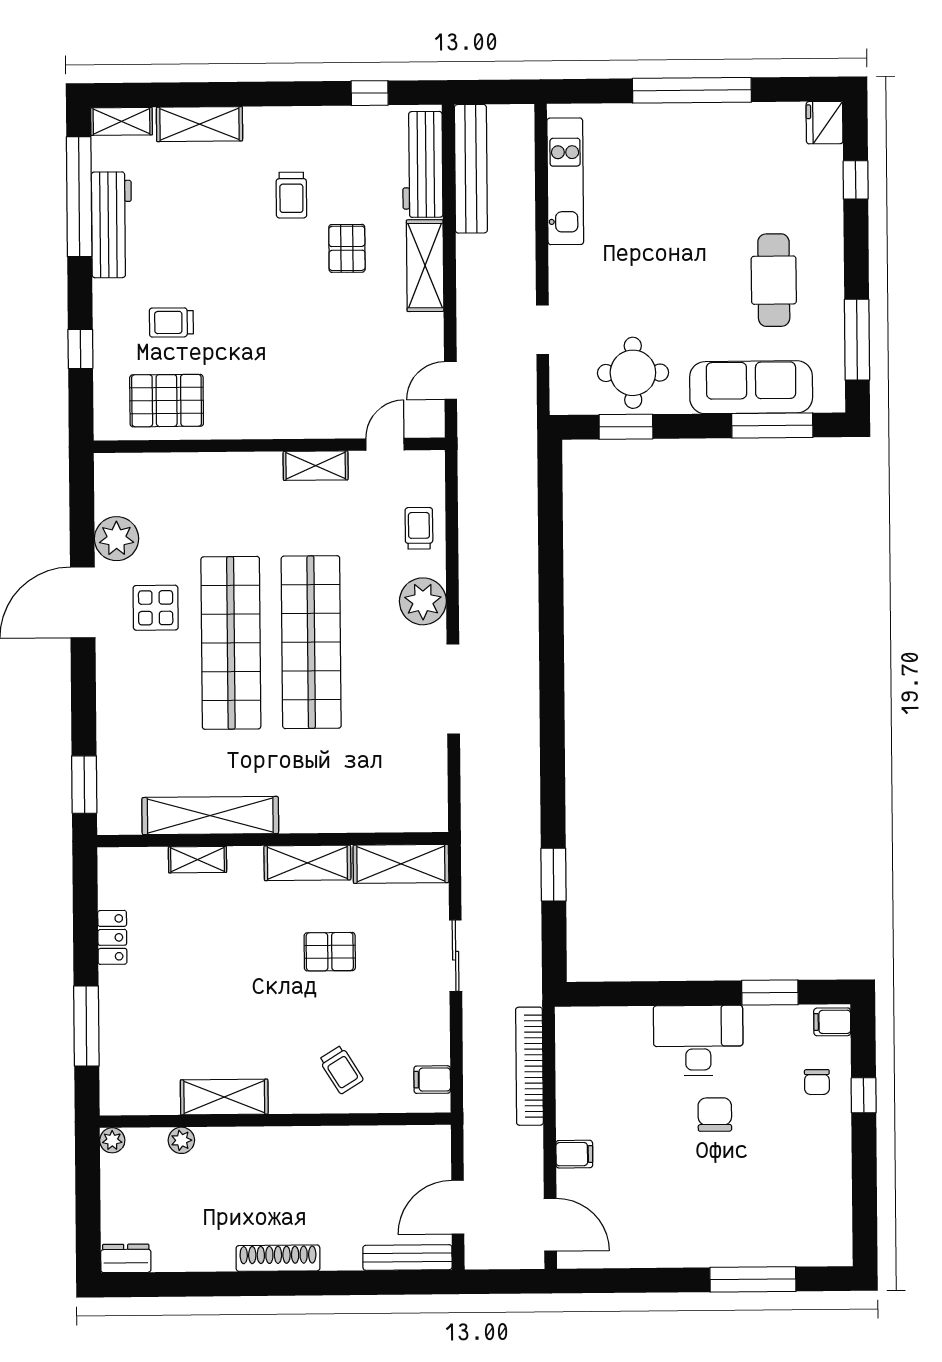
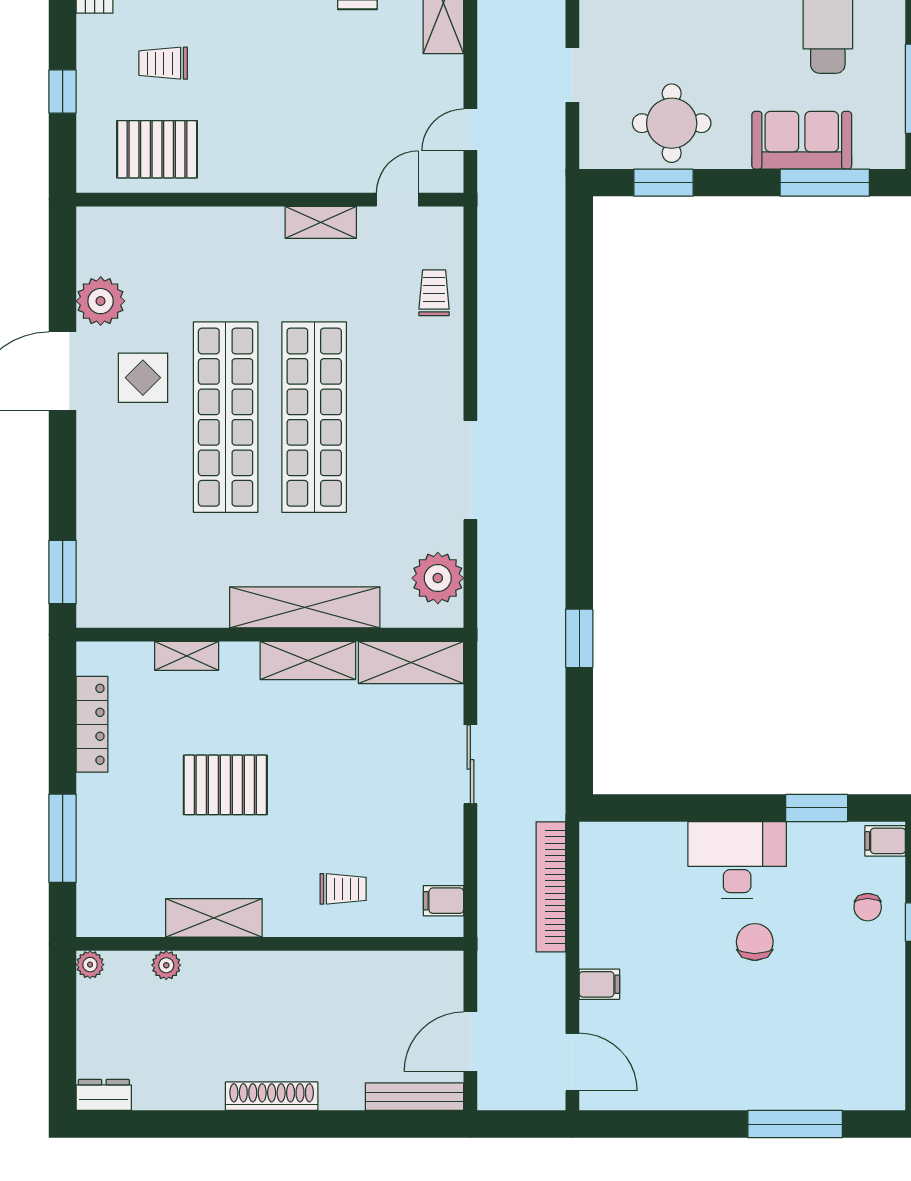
sofa: (751, 387) -> (802, 140), width x0.73
plant: (423, 601) -> (438, 578), moved
shelving: (210, 816) -> (305, 607), moved
window: (553, 875) -> (579, 638), moved
locker: (112, 937) -> (92, 724), width x1.53
pallet: (330, 952) -> (225, 785), moved, width x1.50, depth x1.42
trolley: (341, 1070) -> (343, 889), turned -58

